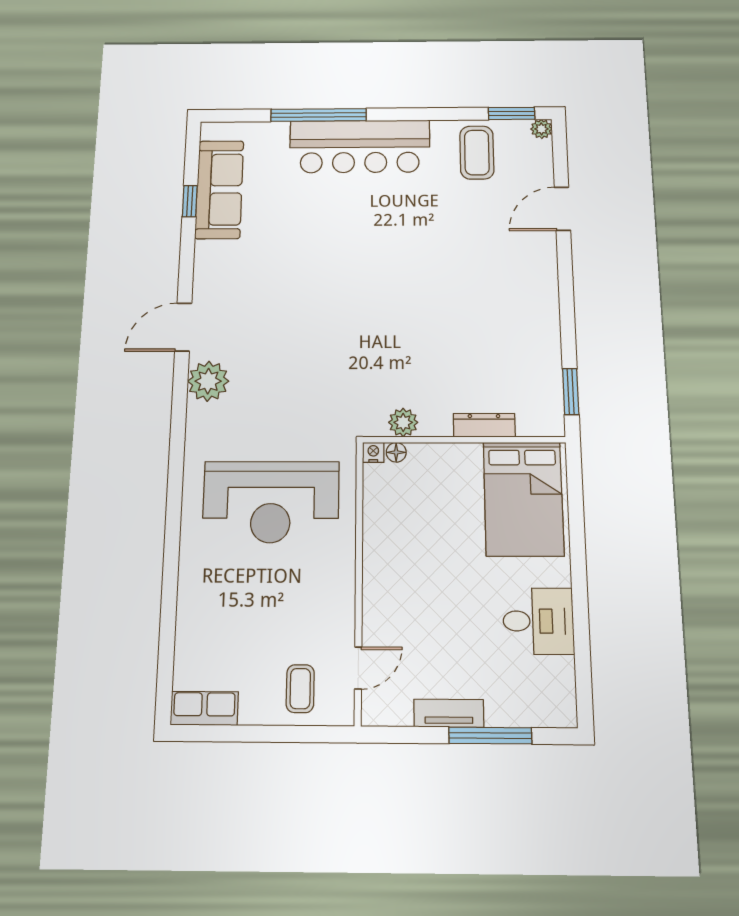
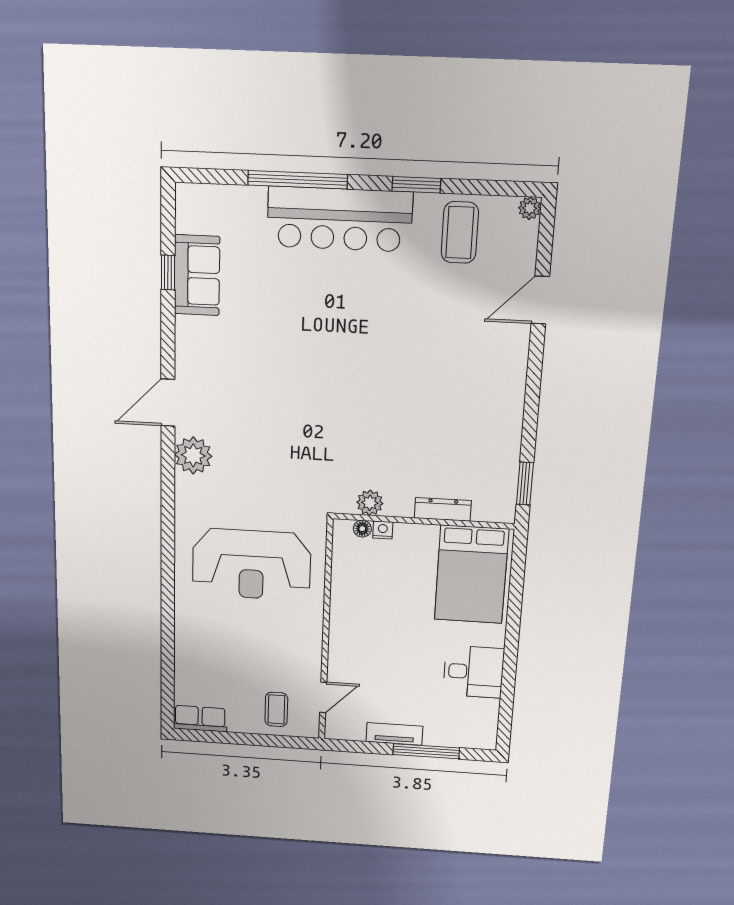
window: (512, 113) -> (416, 185), moved
sofa: (219, 189) -> (197, 275), width x0.73
nightstand: (373, 452) -> (383, 530), moved

